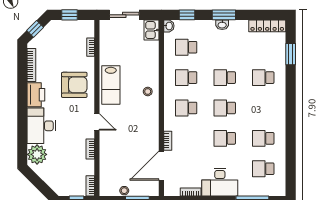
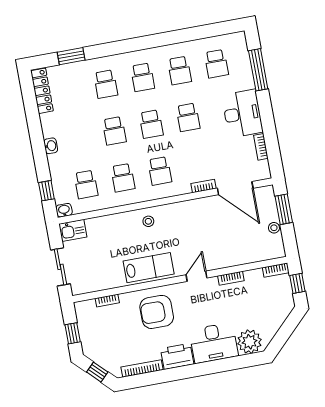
window: (224, 15) -> (38, 146), removed
armchair: (74, 85) -> (157, 312), turned -90
school desk: (263, 108) -> (143, 77), added

